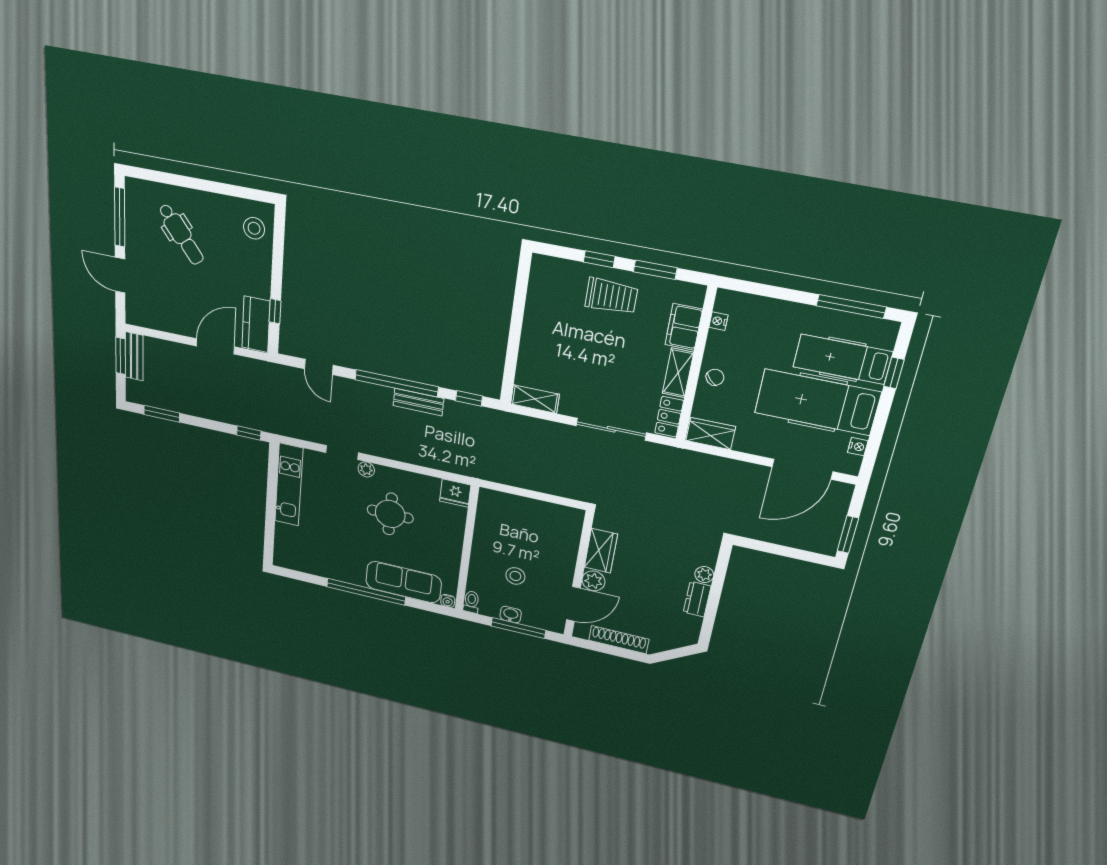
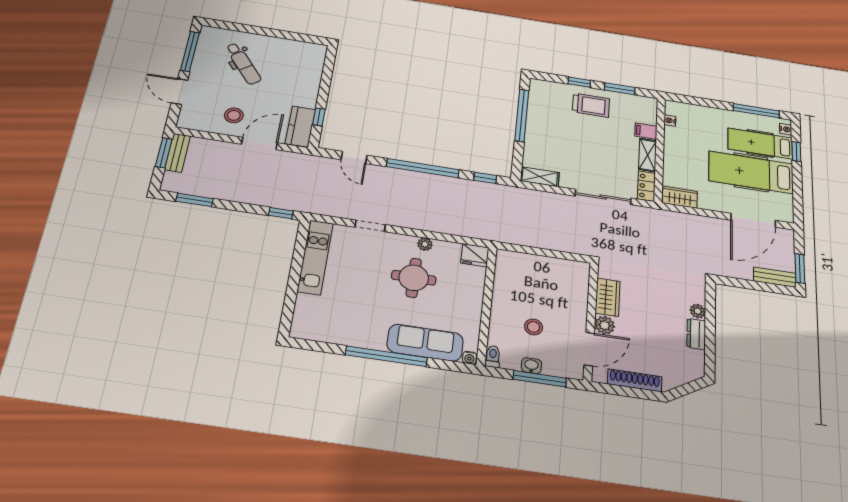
stool: (254, 228) -> (234, 115), moved
window: (518, 311) -> (522, 115), added
filing cabinet: (684, 327) -> (646, 131), width x0.50
chair: (715, 377) -> (675, 157), removed
bench: (418, 402) -> (775, 277), moved
nightstand: (858, 447) -> (786, 129), moved
plant: (366, 469) -> (425, 244), moved

